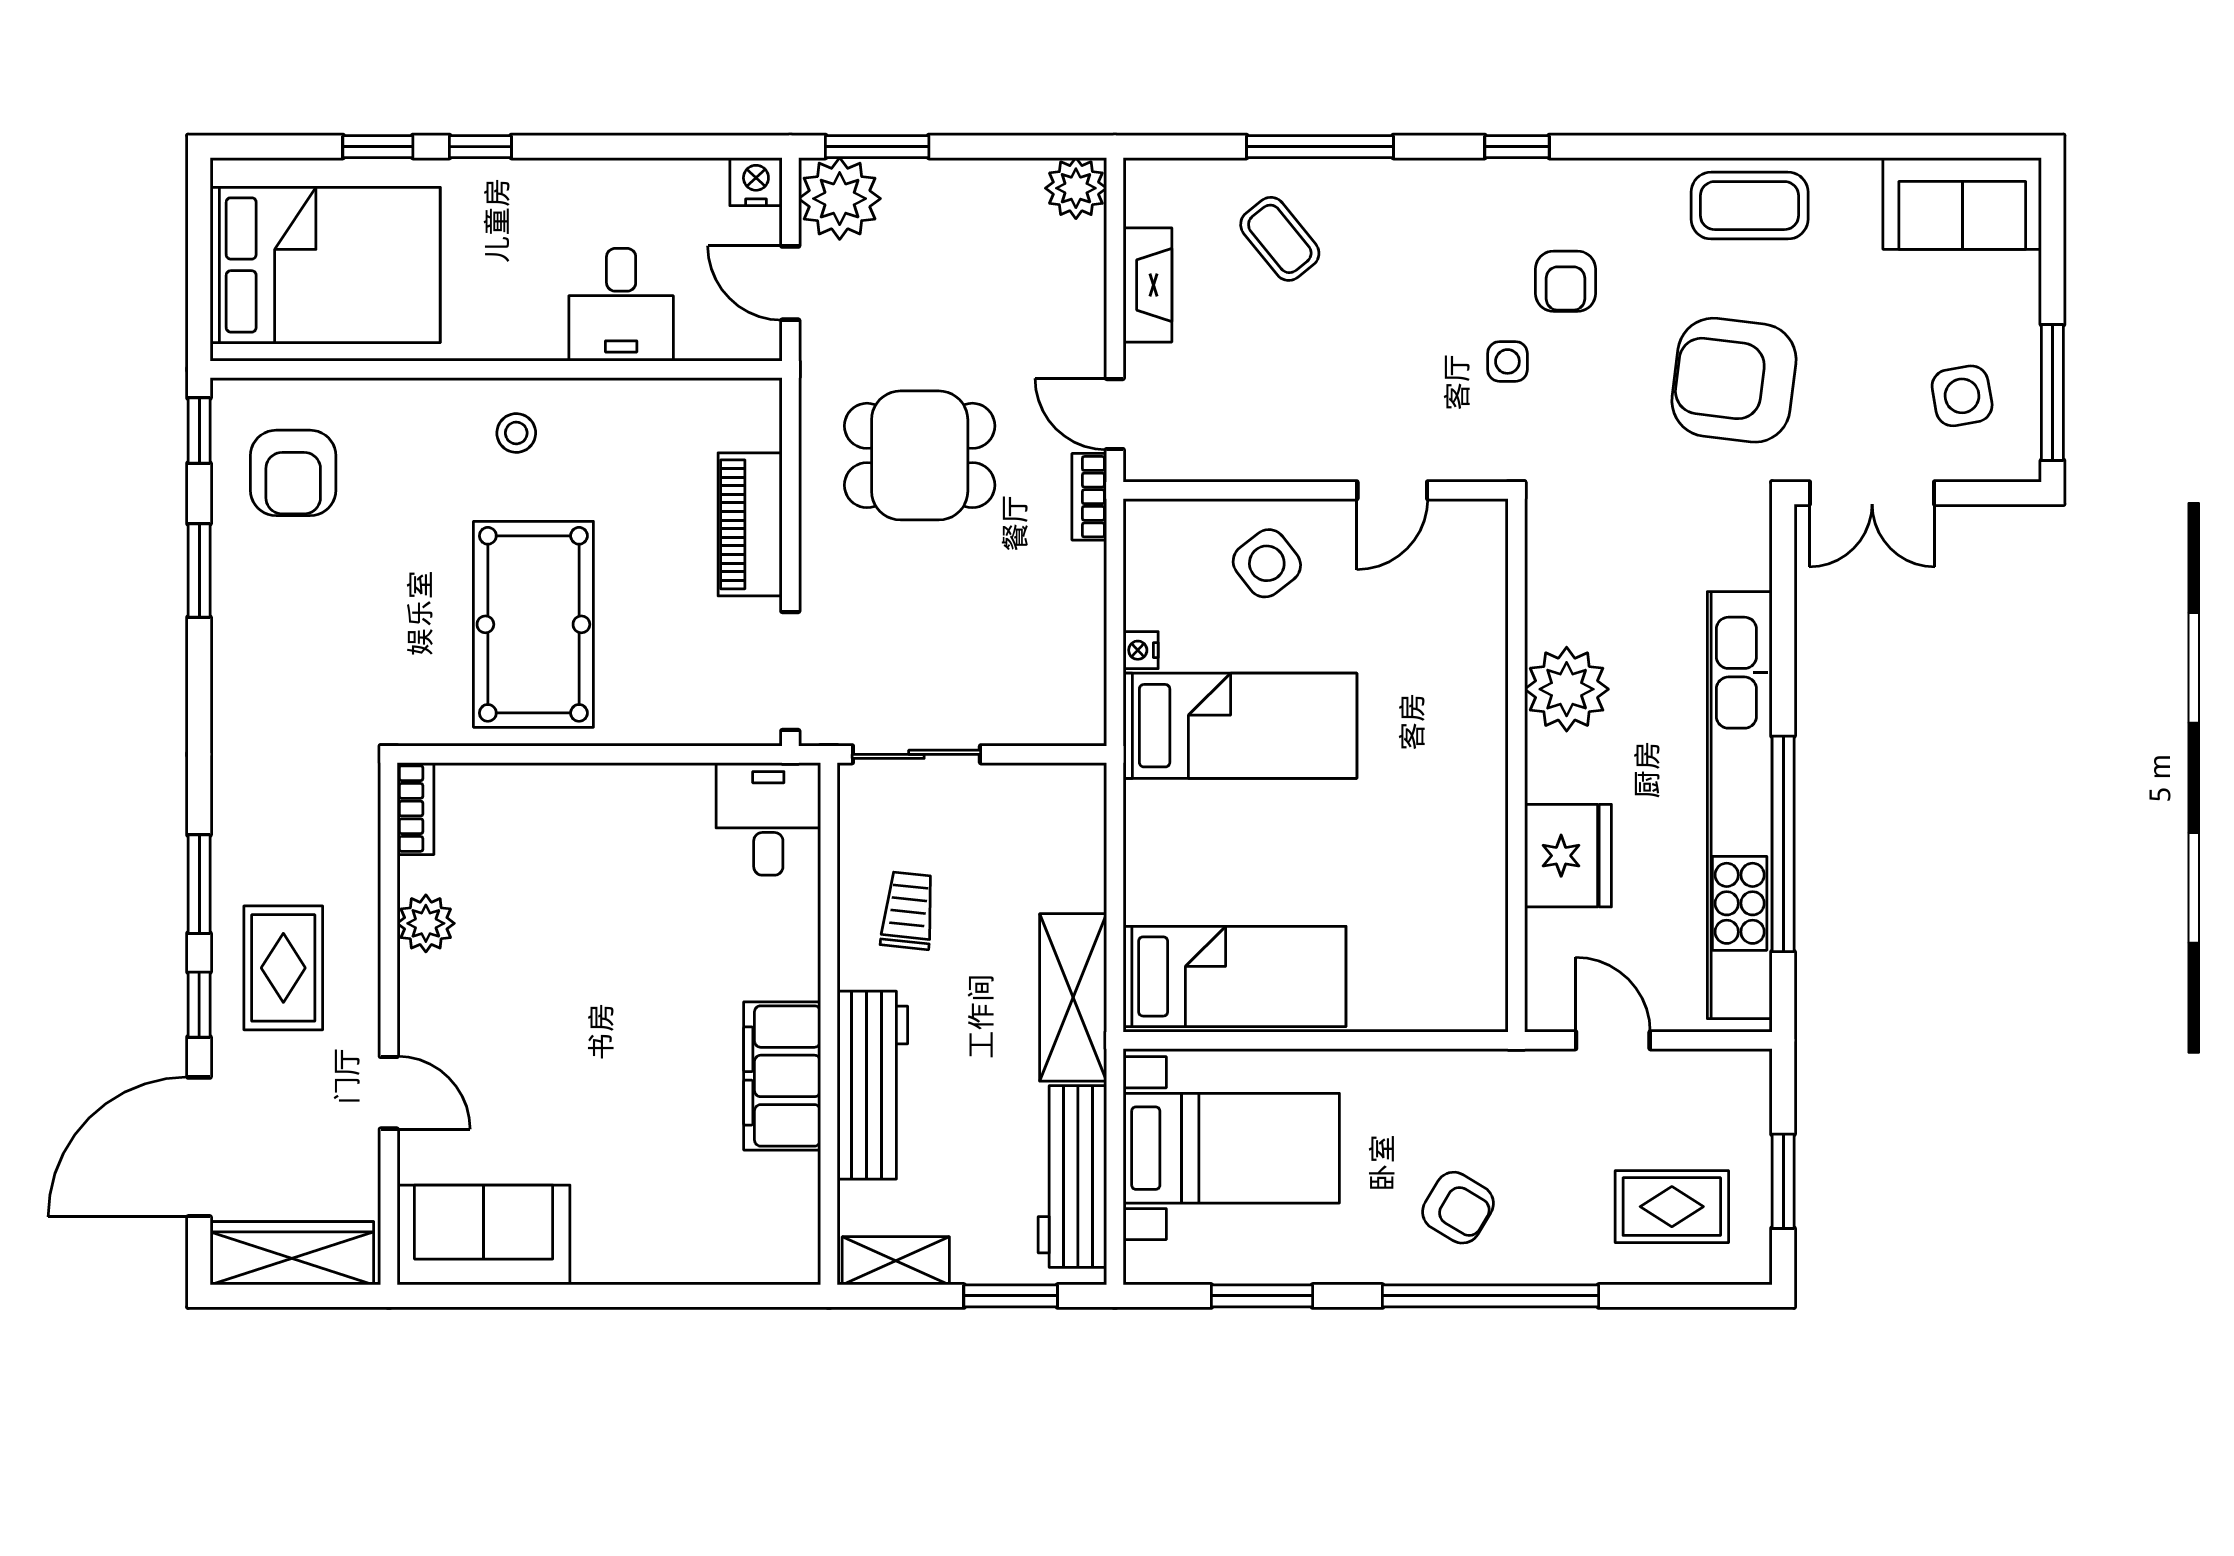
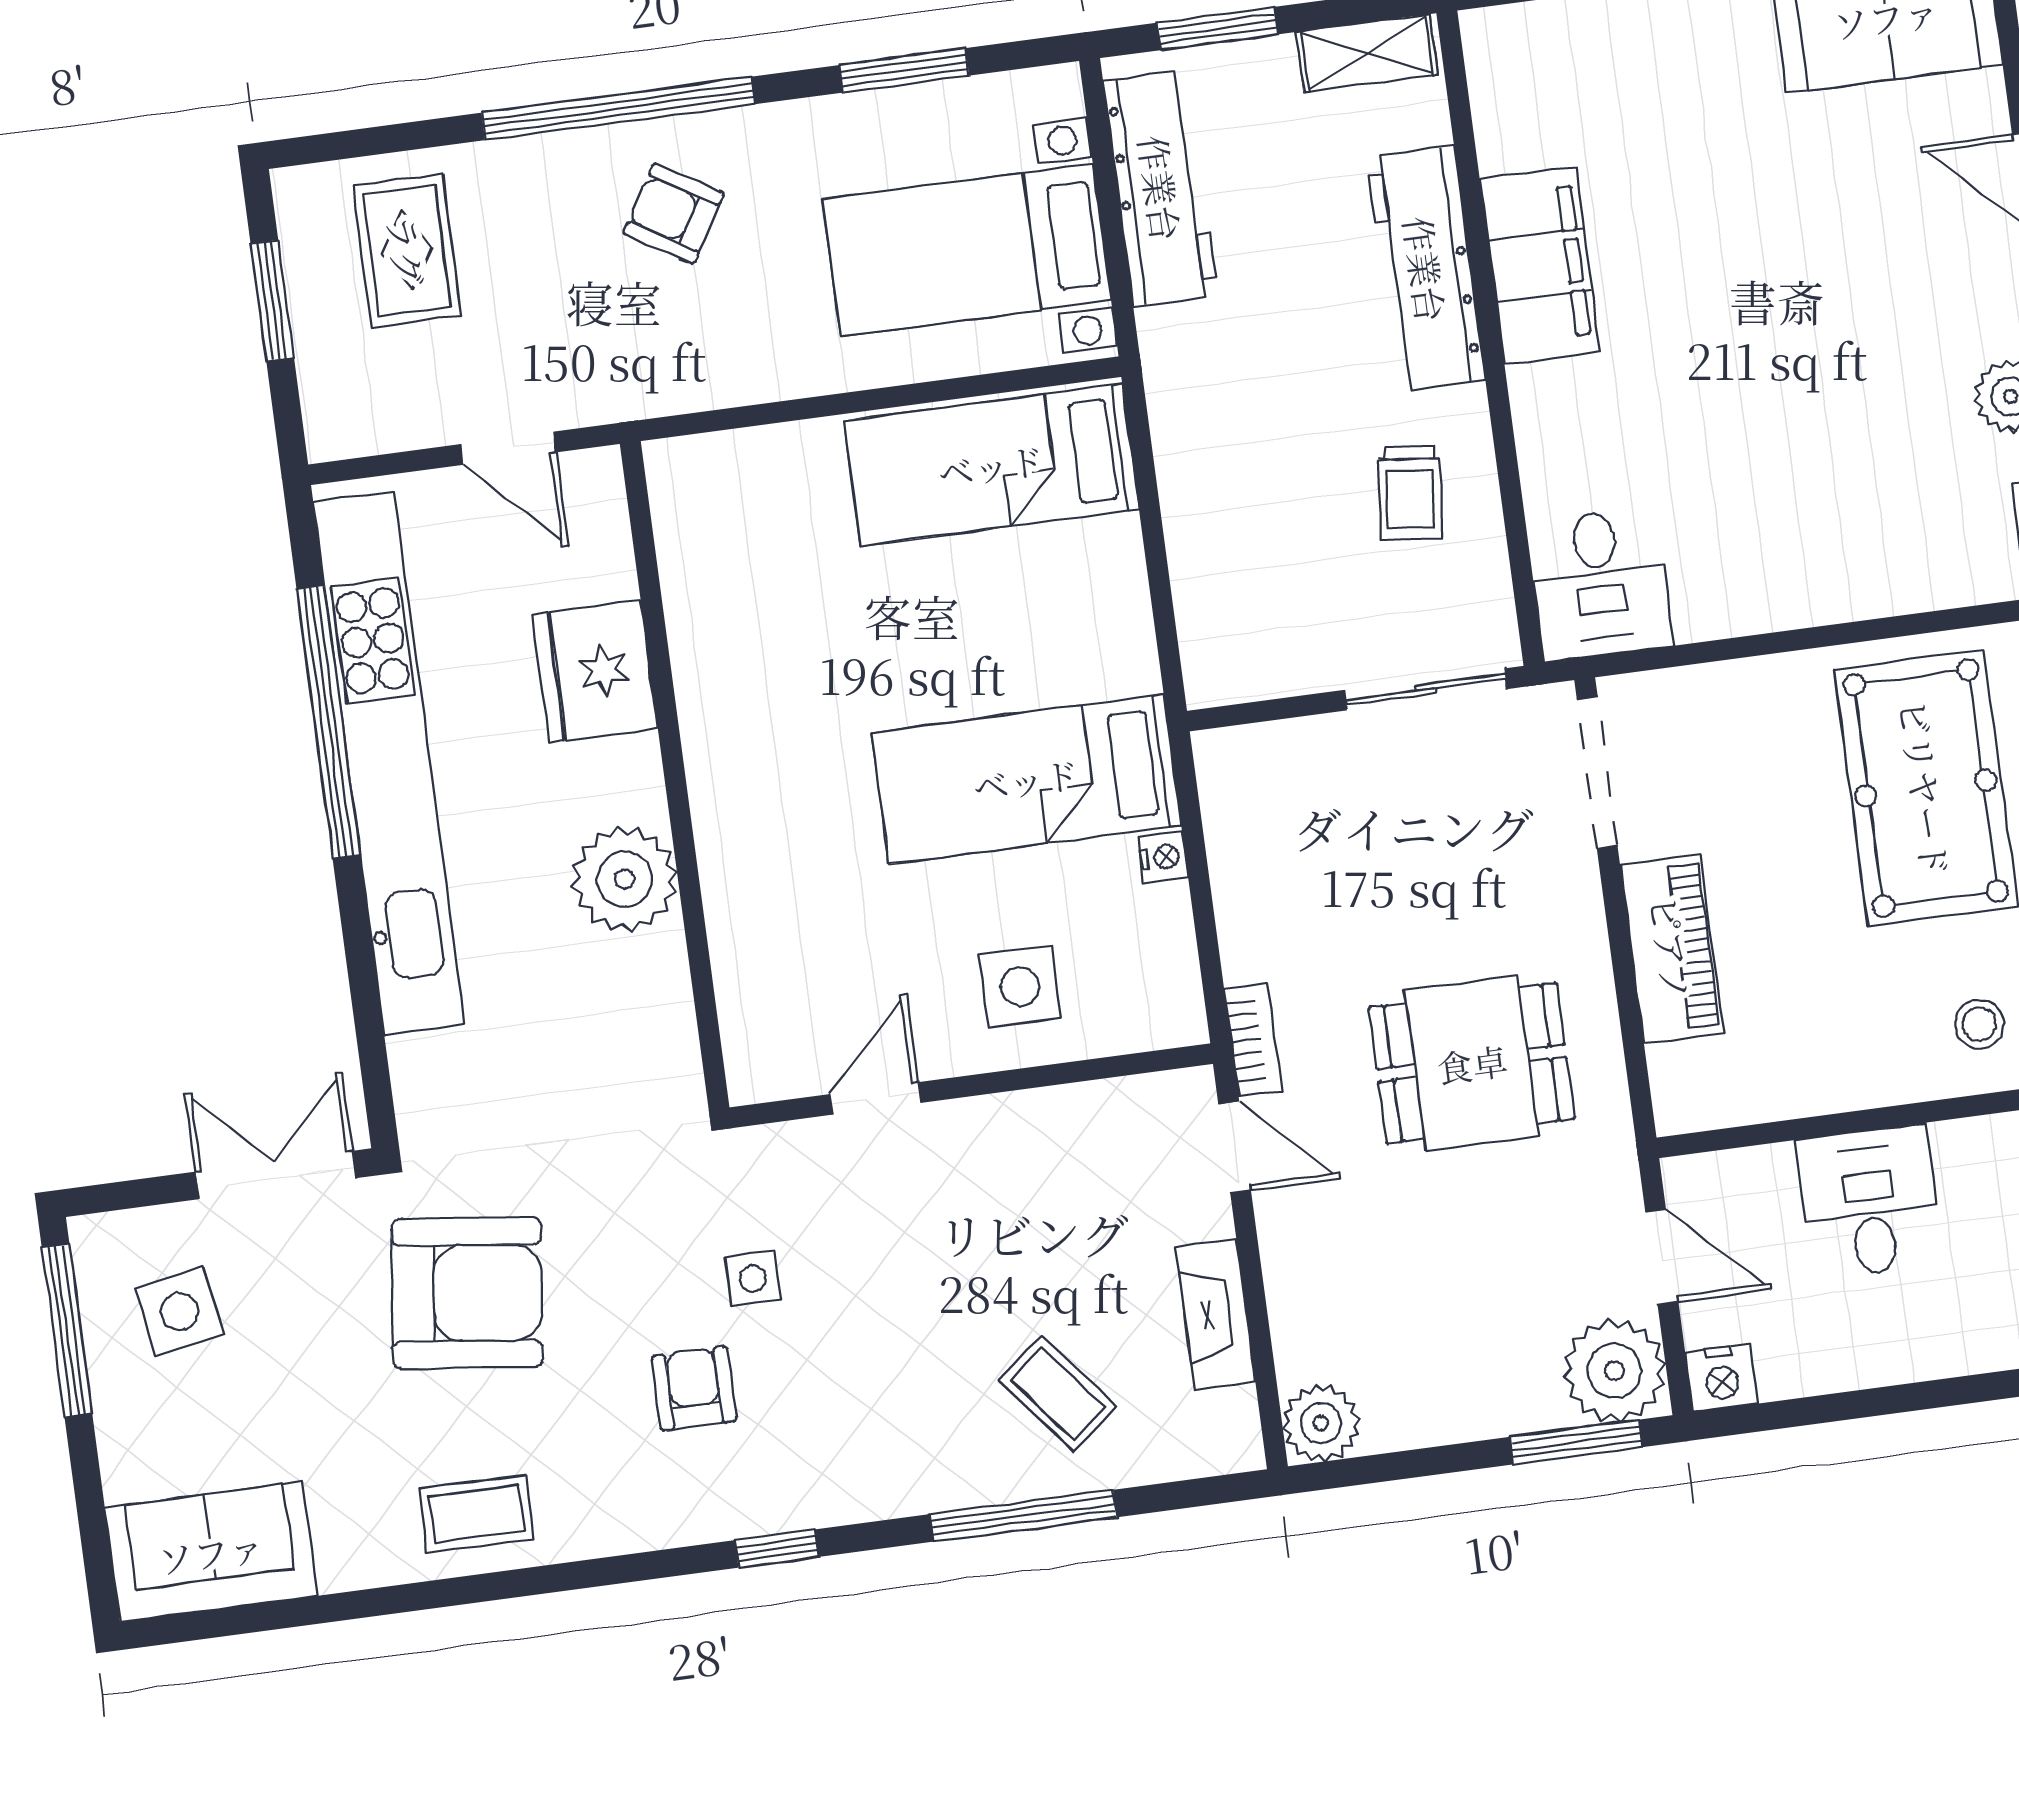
coffee table: (1750, 206) -> (477, 1514), width x0.73, depth x0.77
side table: (1267, 563) -> (1020, 986), turned 38
shelving: (1073, 997) -> (1190, 412), removed
rug: (1672, 1207) -> (407, 250), turned 90

